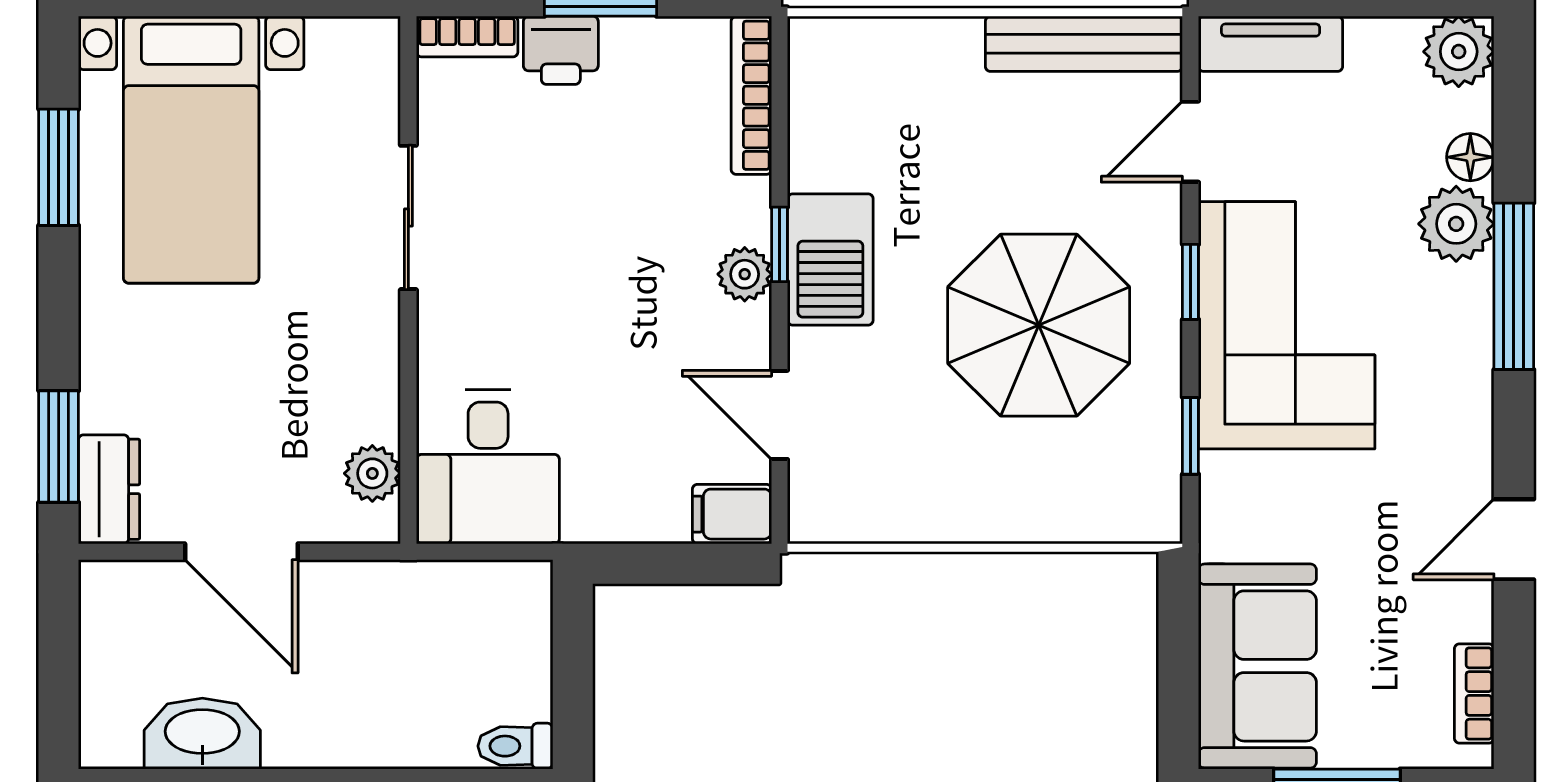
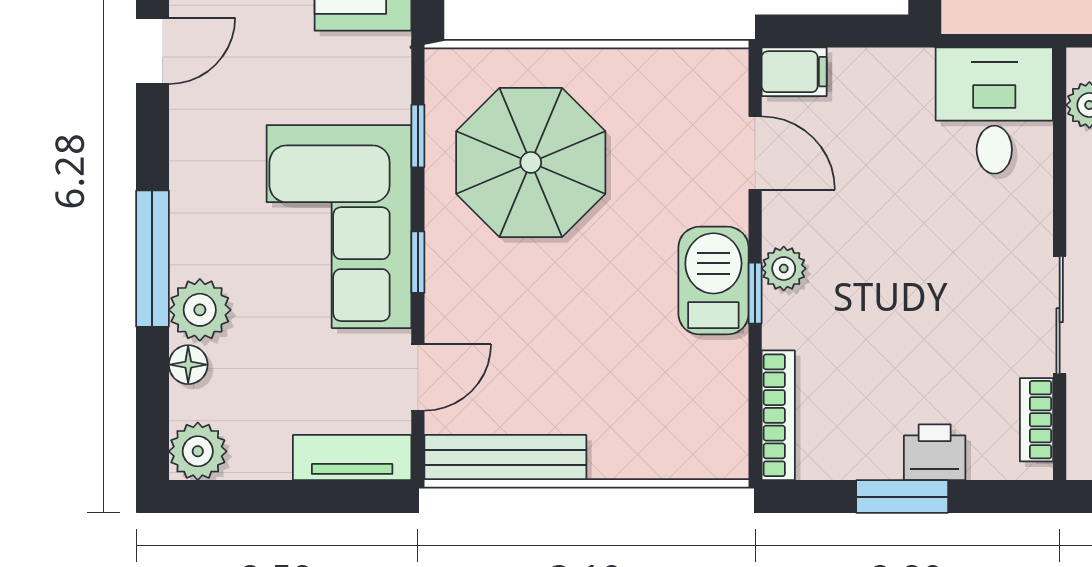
bookcase: (467, 37) -> (1036, 420), moved, turned -90
parasol: (1039, 325) -> (531, 162), moved

